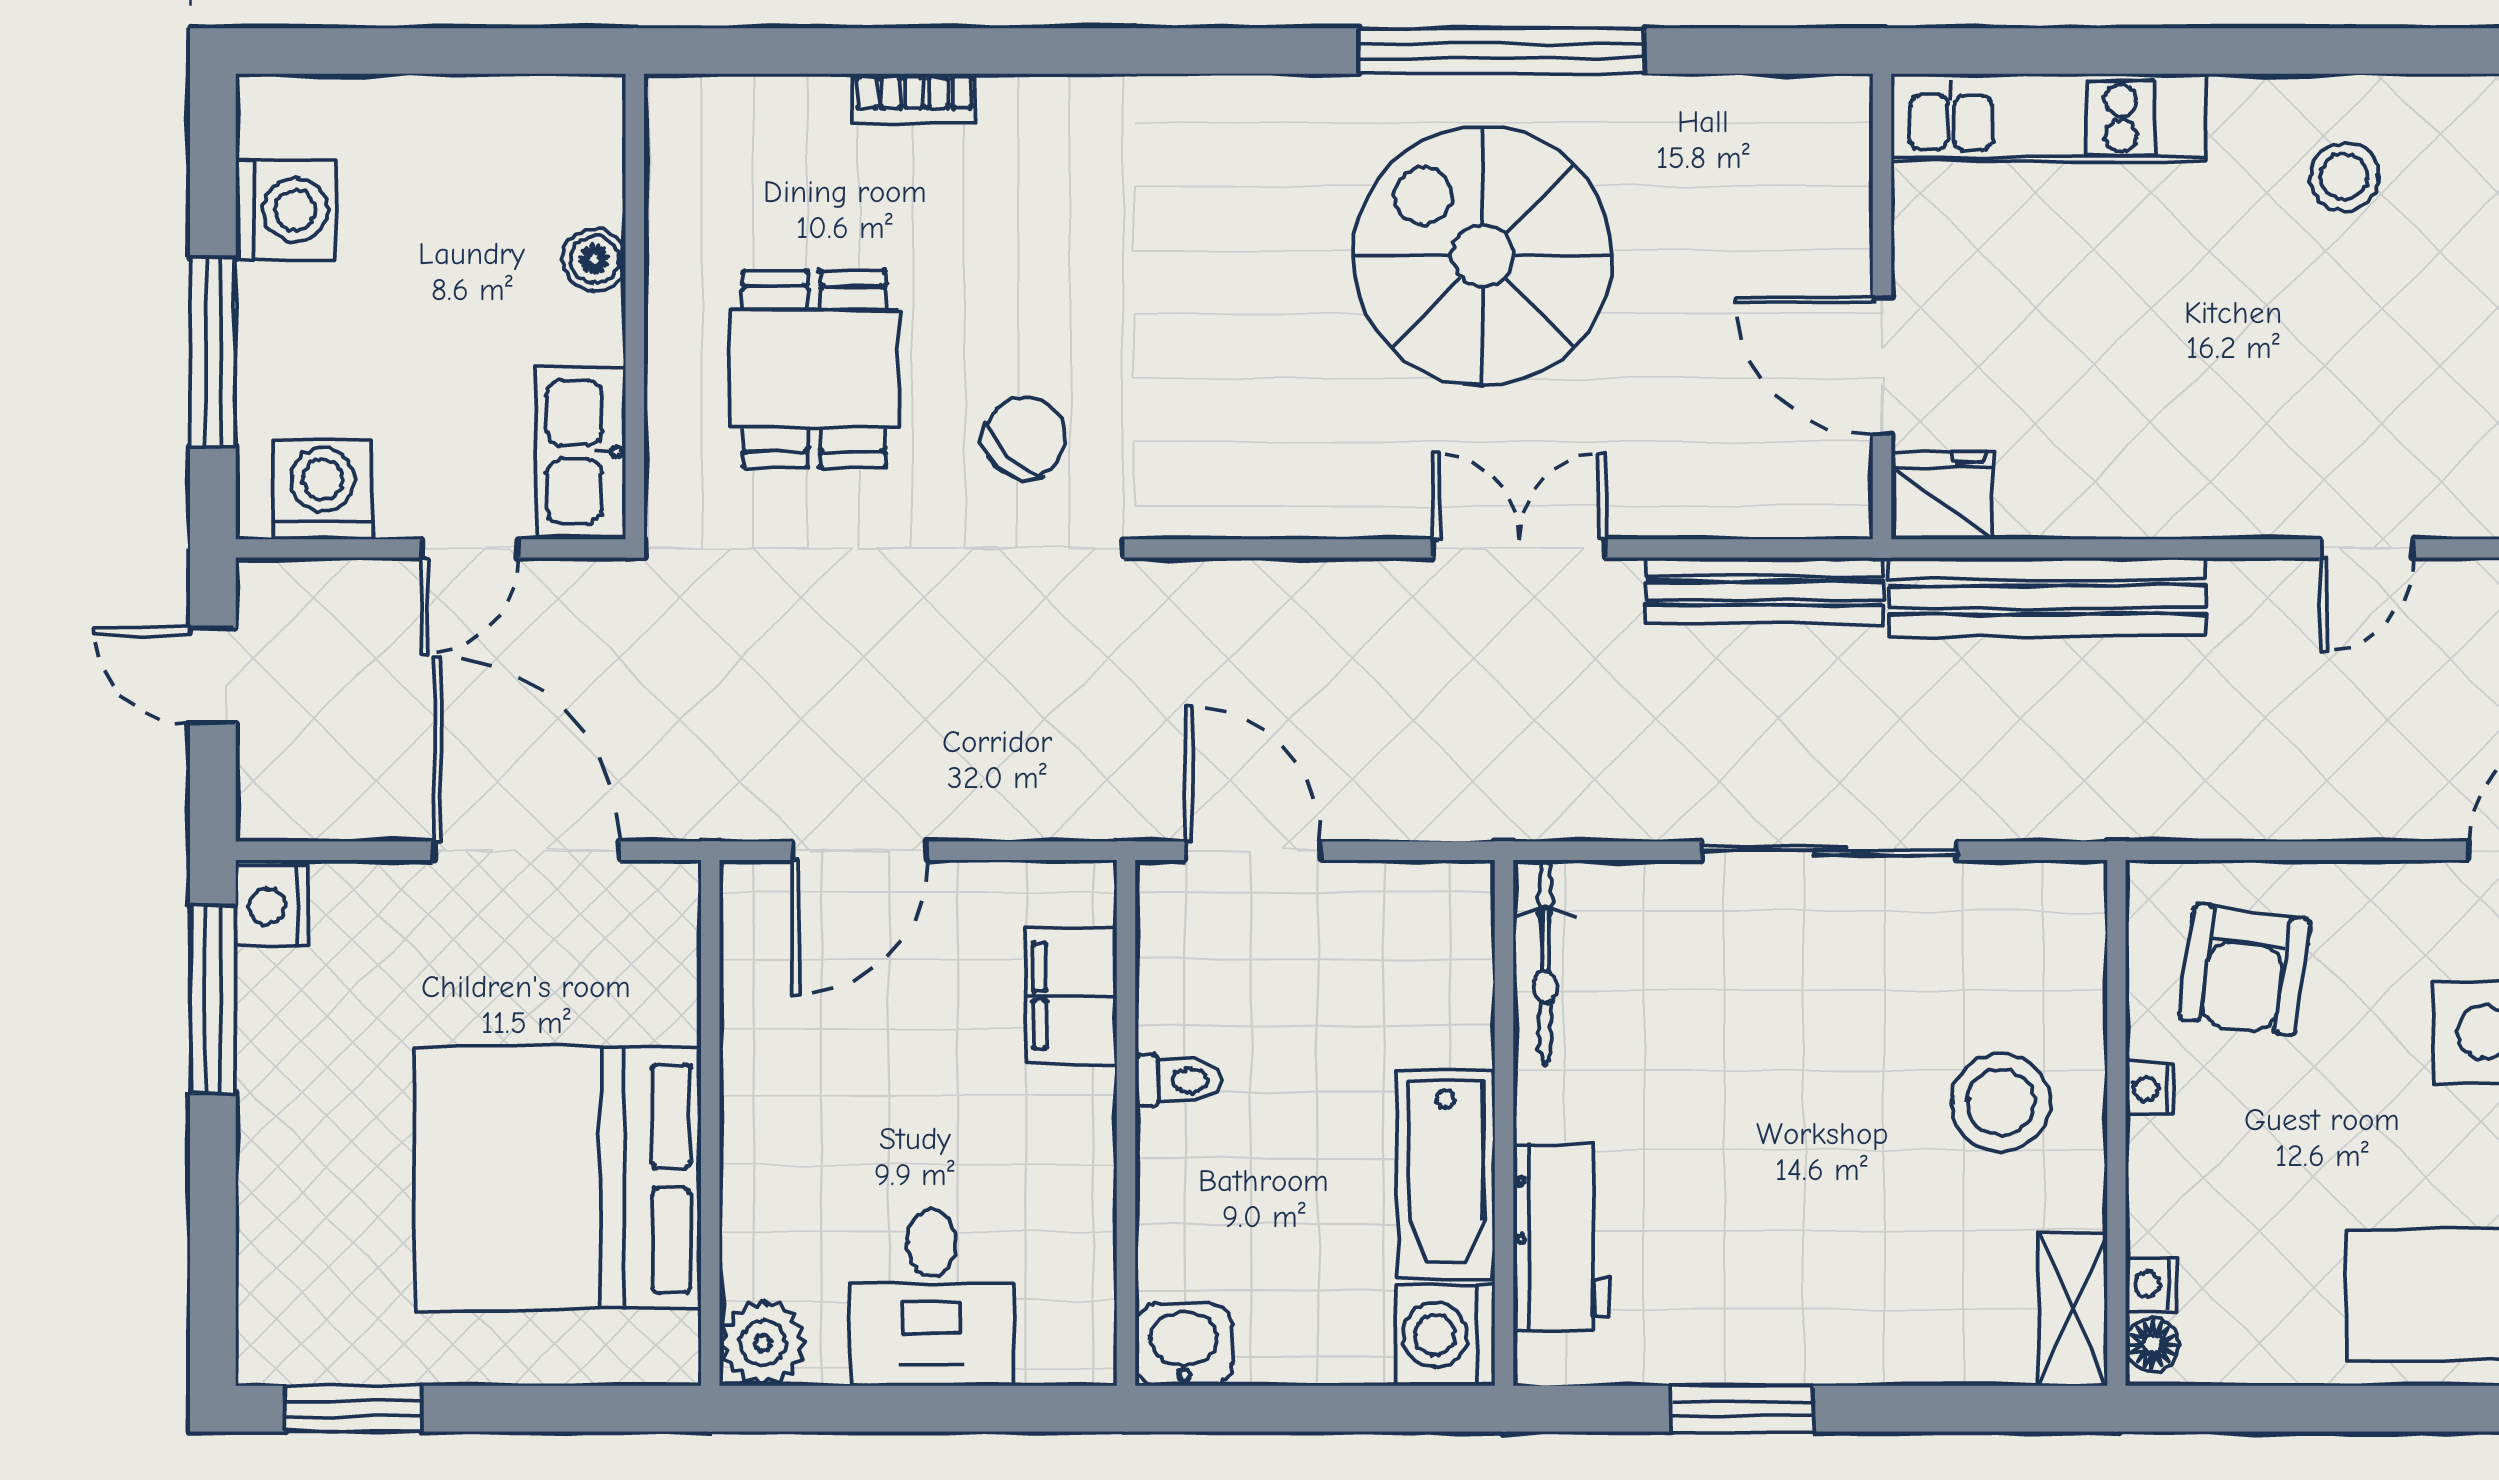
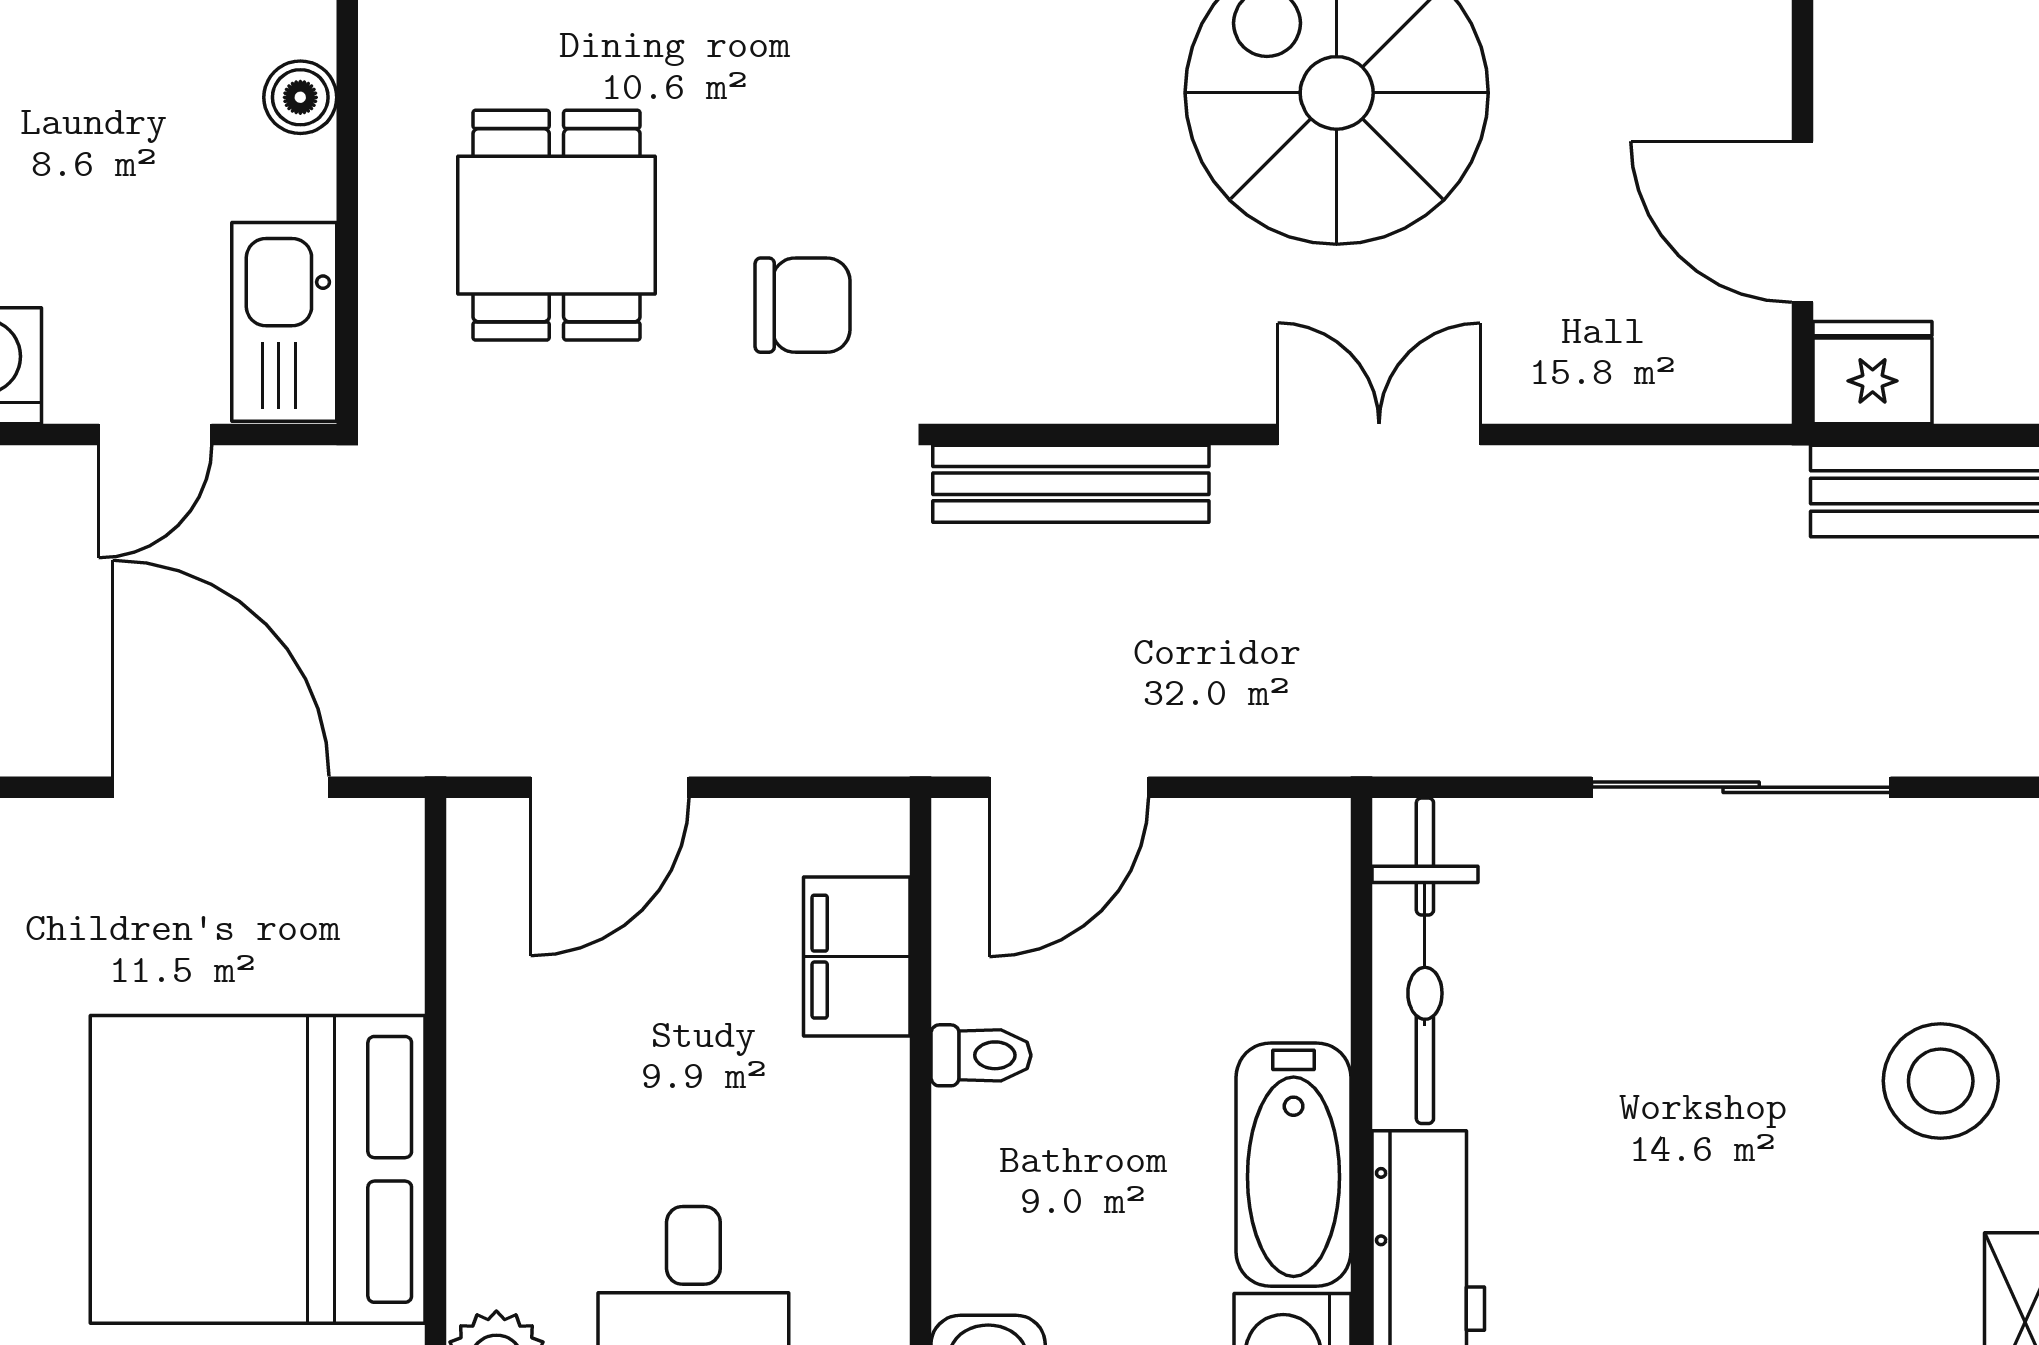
chair: (1025, 438) -> (803, 305), turned 46
bench: (1765, 591) -> (1071, 484), moved
door: (1253, 851) -> (1069, 787), swing flipped
bicycle: (1546, 962) -> (1425, 961), width x1.37, depth x1.40

